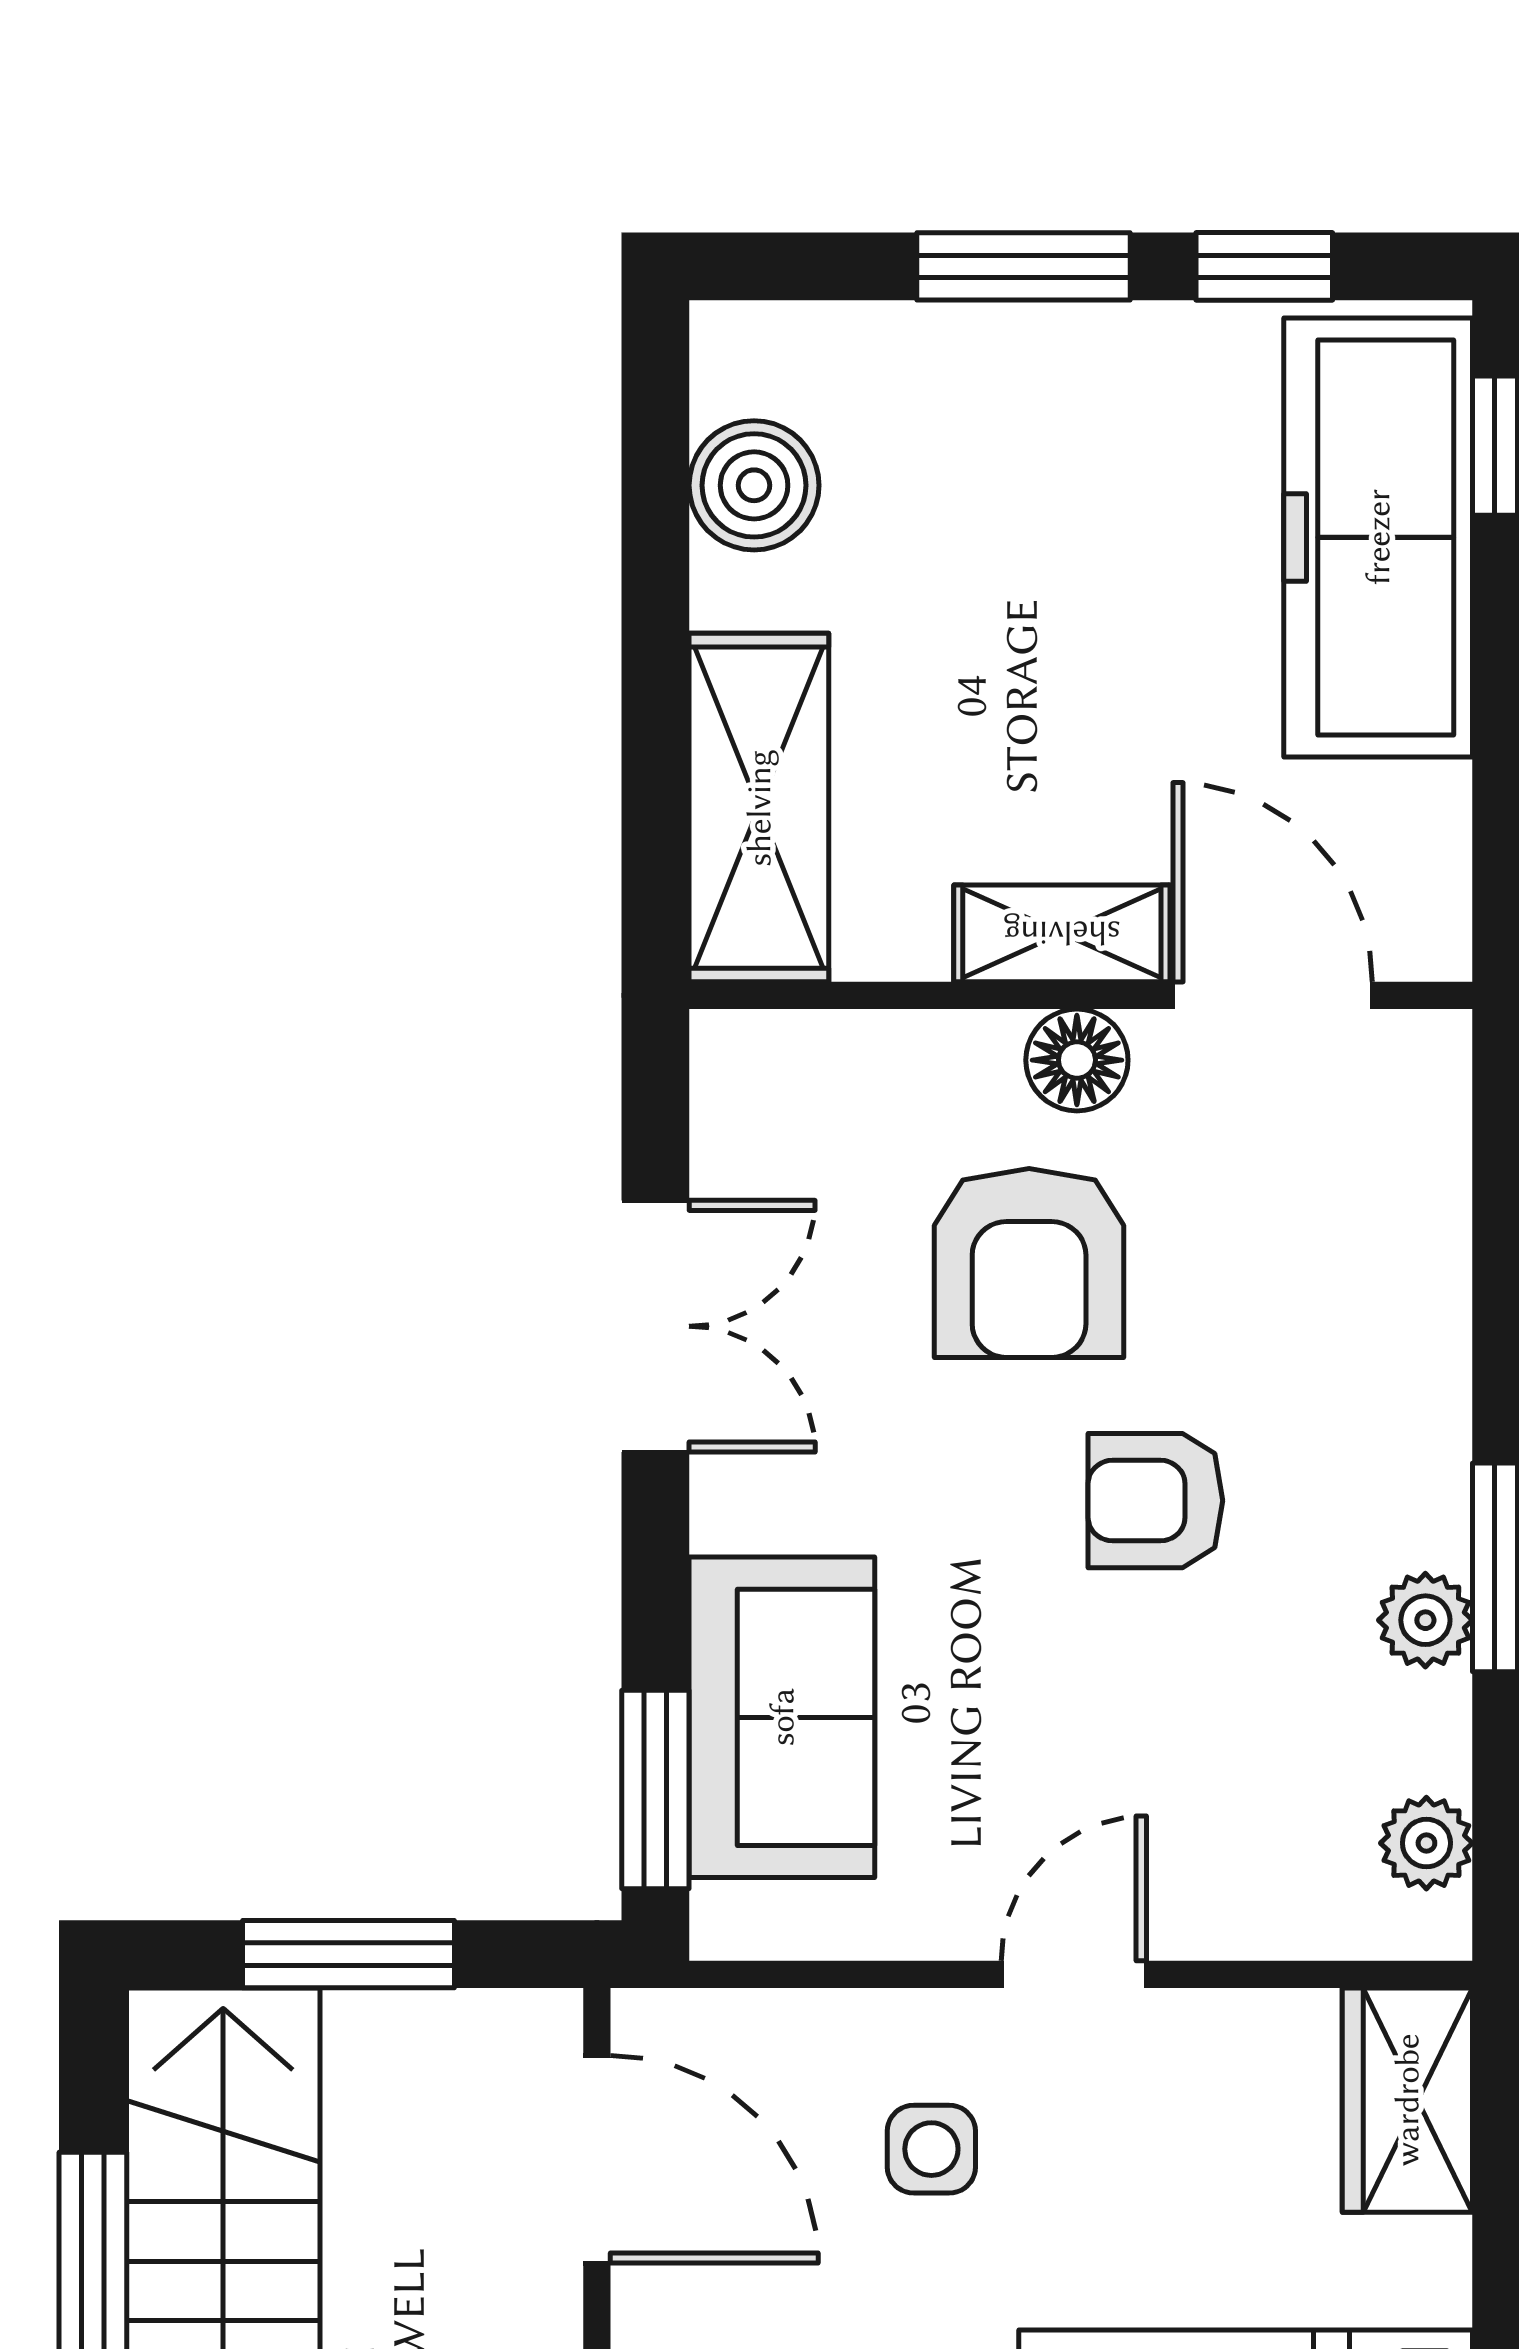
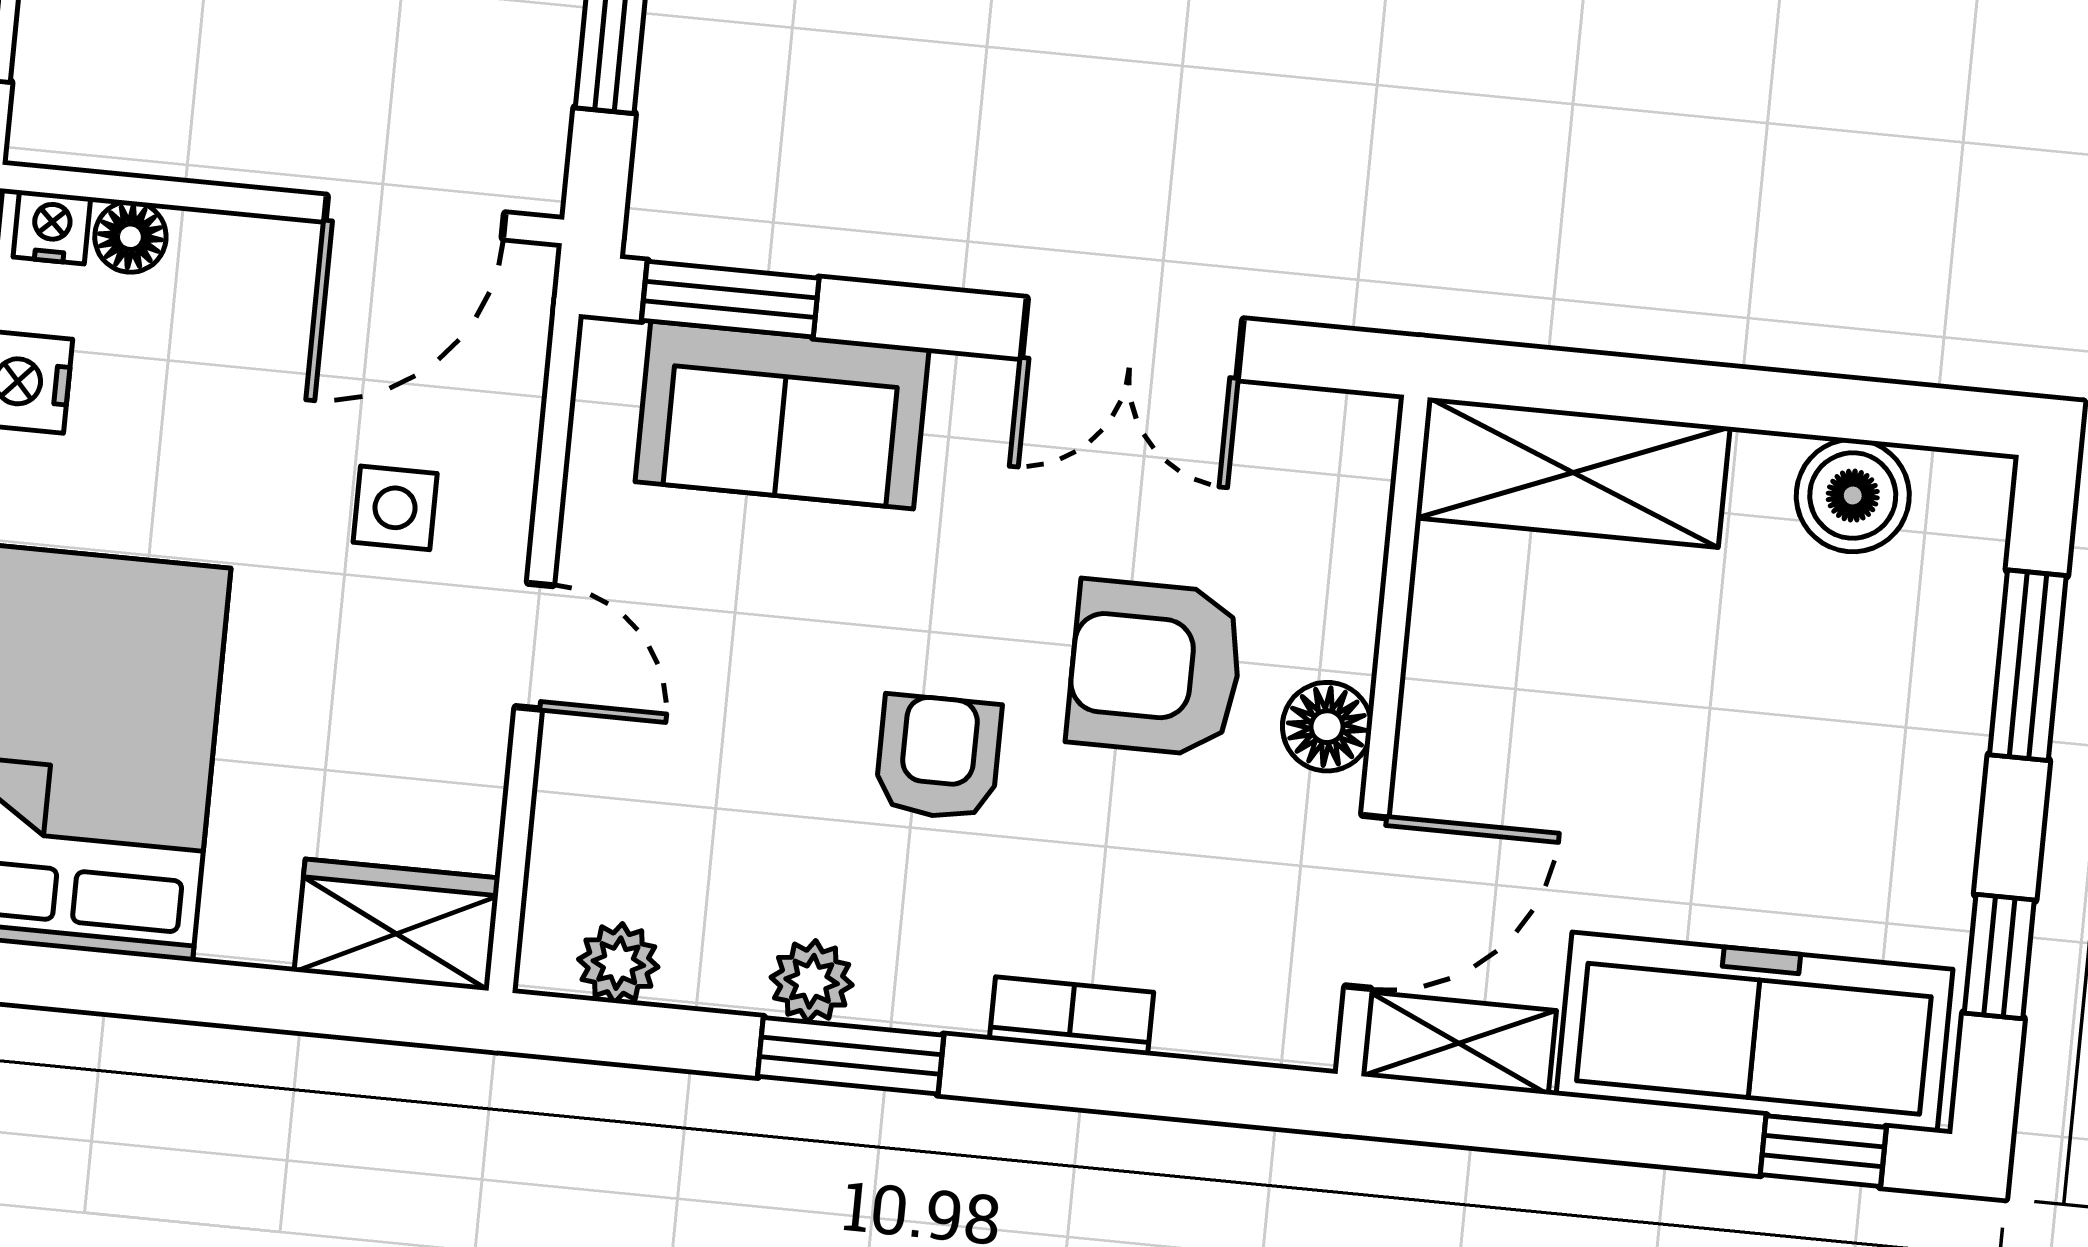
window: (1023, 266) -> (2028, 665), moved
shelving: (1062, 933) -> (1459, 1043), moved, turned 90
bookcase: (1436, 1319) -> (1072, 1016), added

